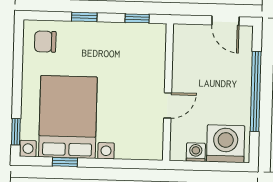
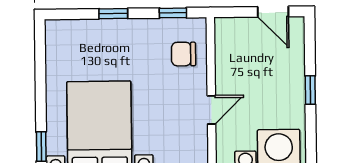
chair: (45, 42) -> (183, 54), moved
window: (256, 91) -> (310, 90), width x0.32

